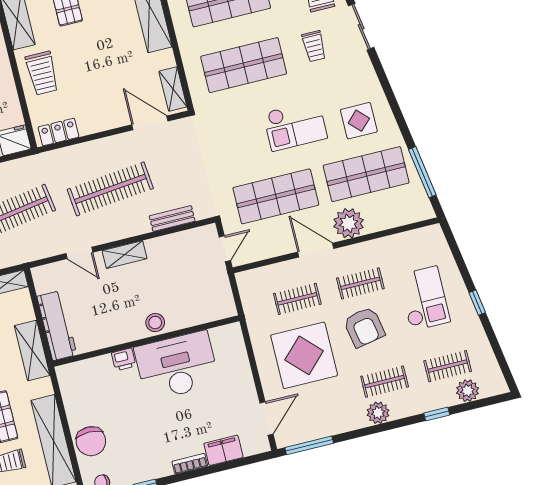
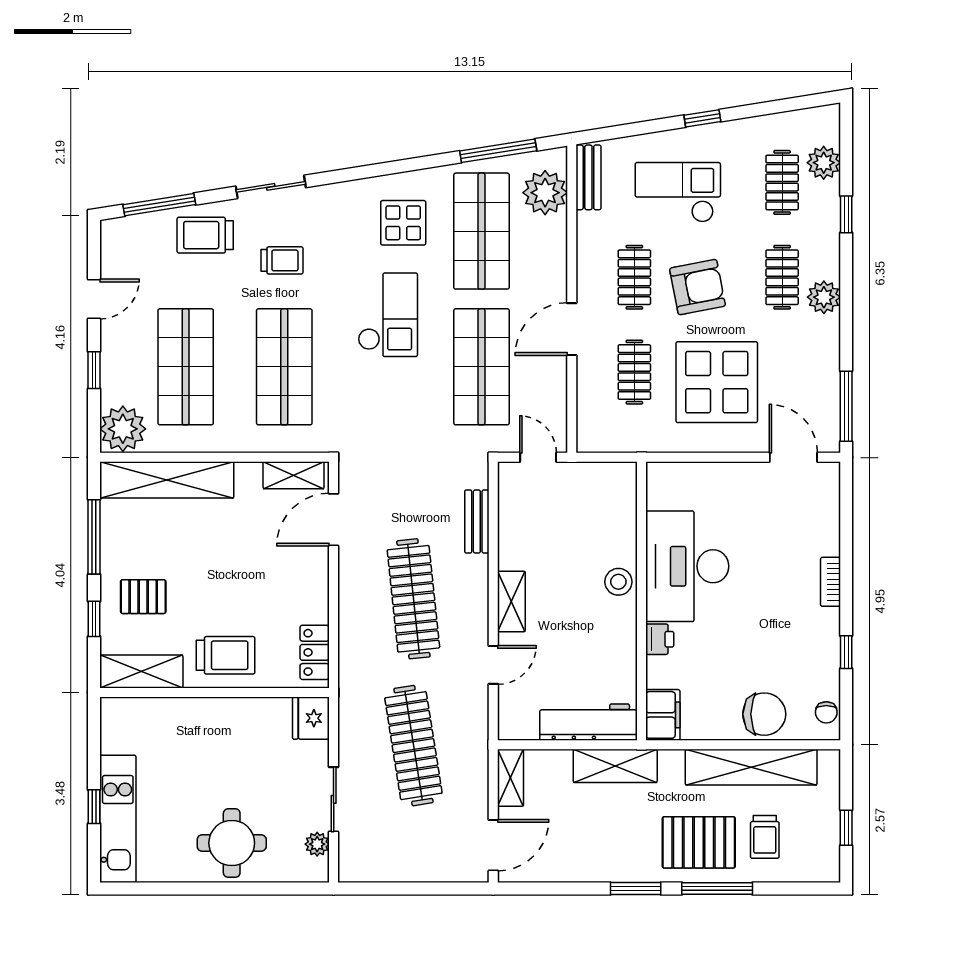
plant: (349, 223) -> (545, 193), moved
bench: (419, 237) -> (588, 177), added
filing cabinet: (223, 450) -> (663, 715), moved, turned 180

